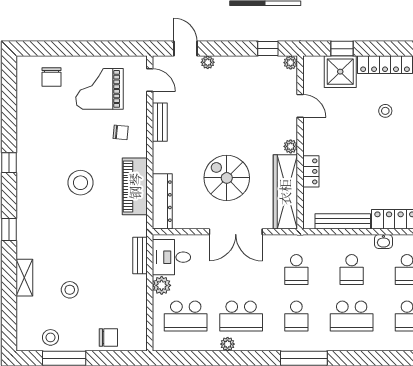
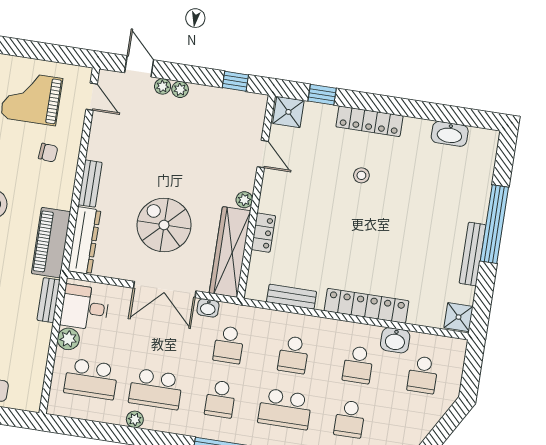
plant: (291, 63) -> (180, 89), moved
shower: (340, 72) -> (288, 112), moved, width x0.73, depth x0.73
bench: (160, 122) -> (90, 184), moved
piano: (135, 186) -> (51, 243), moved
bench: (343, 221) -> (292, 297), width x0.73
washbasin: (383, 242) -> (208, 308), moved

